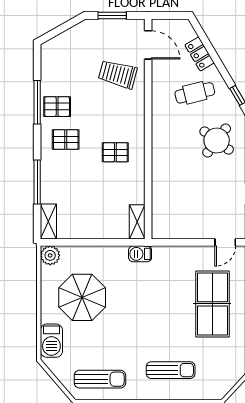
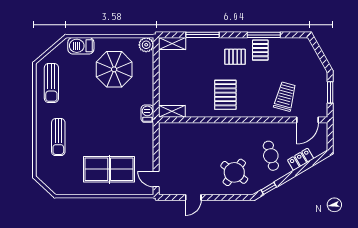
pallet: (66, 139) -> (235, 57), turned 90
pallet: (115, 152) -> (225, 95), width x1.50, depth x1.42

